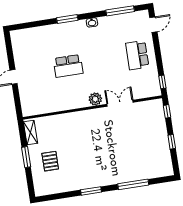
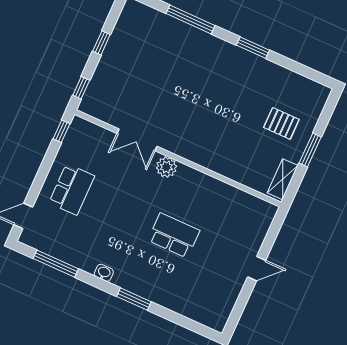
pallet: (50, 161) -> (281, 123), turned 90

